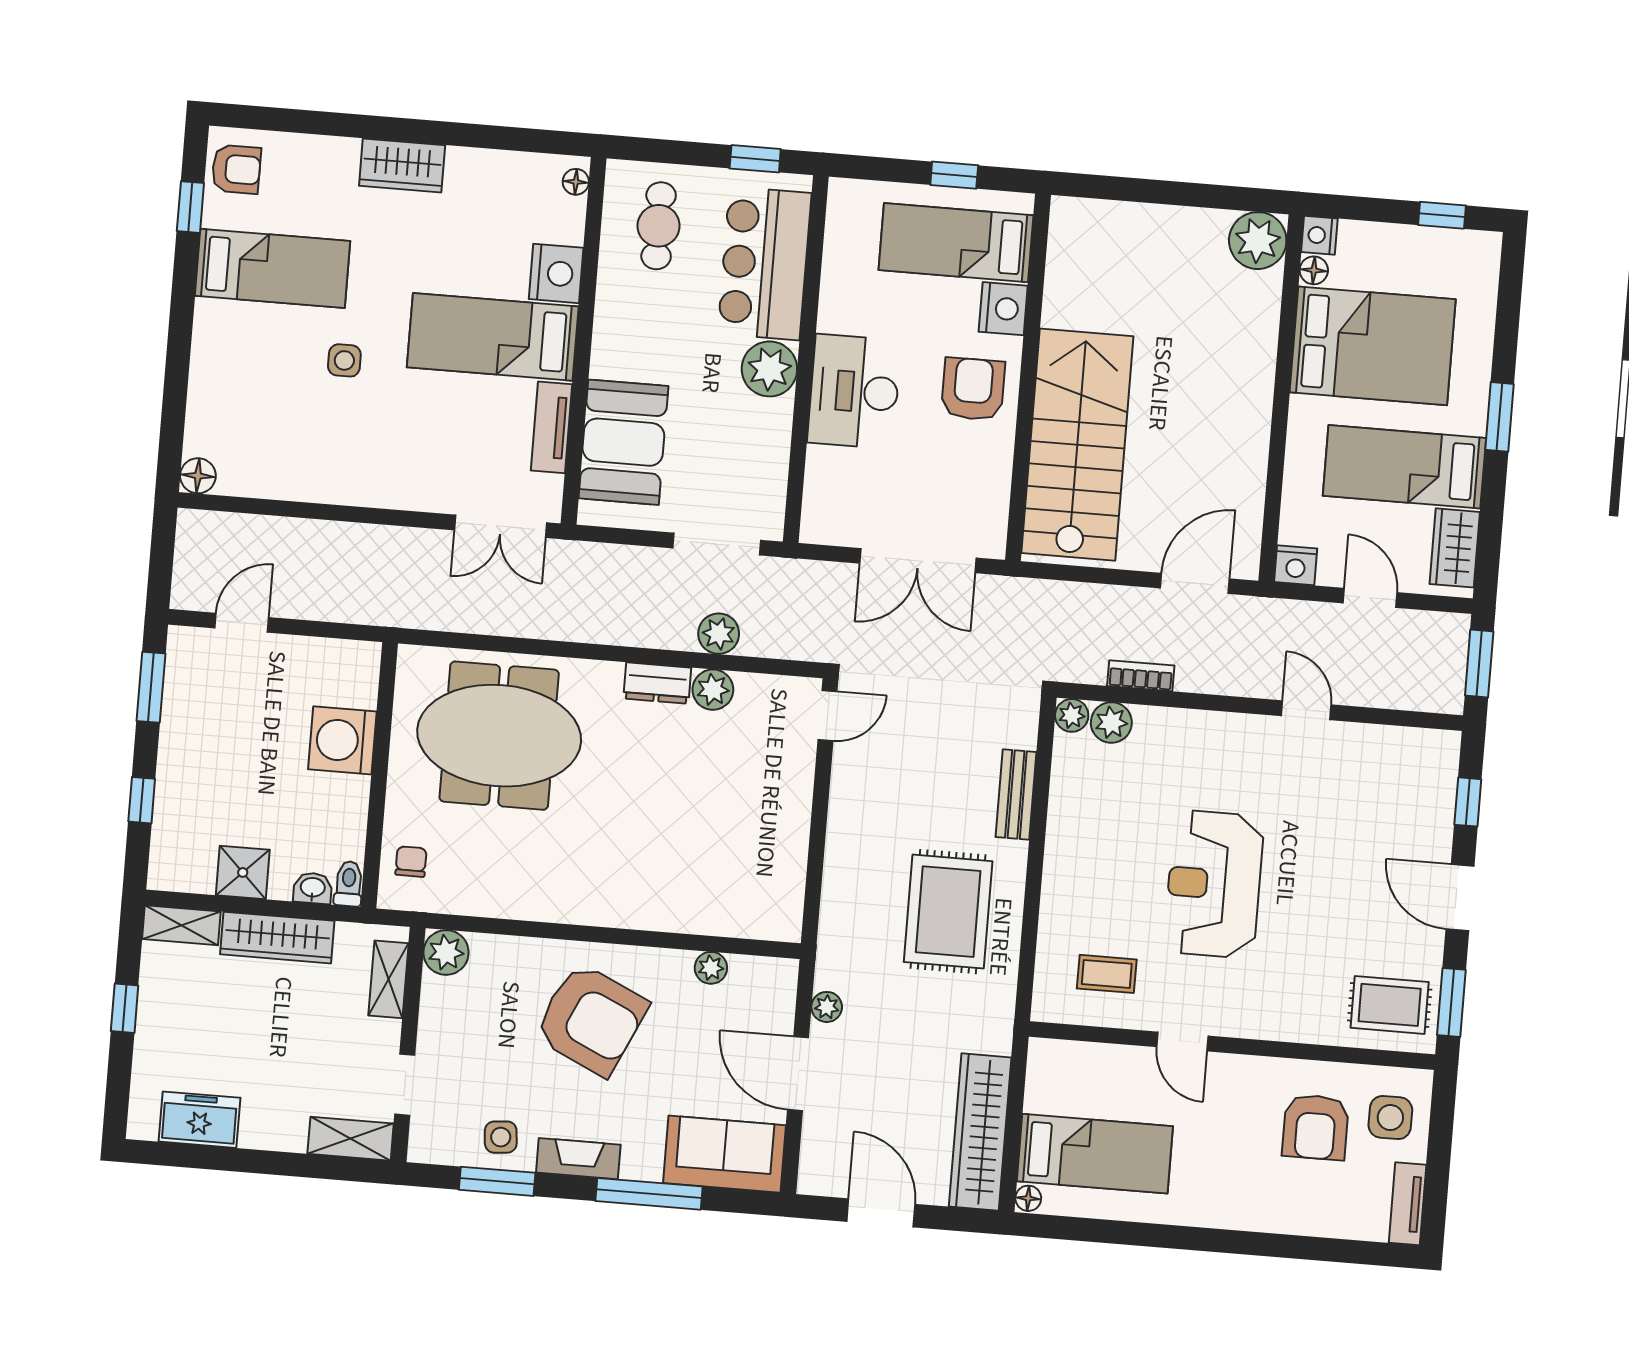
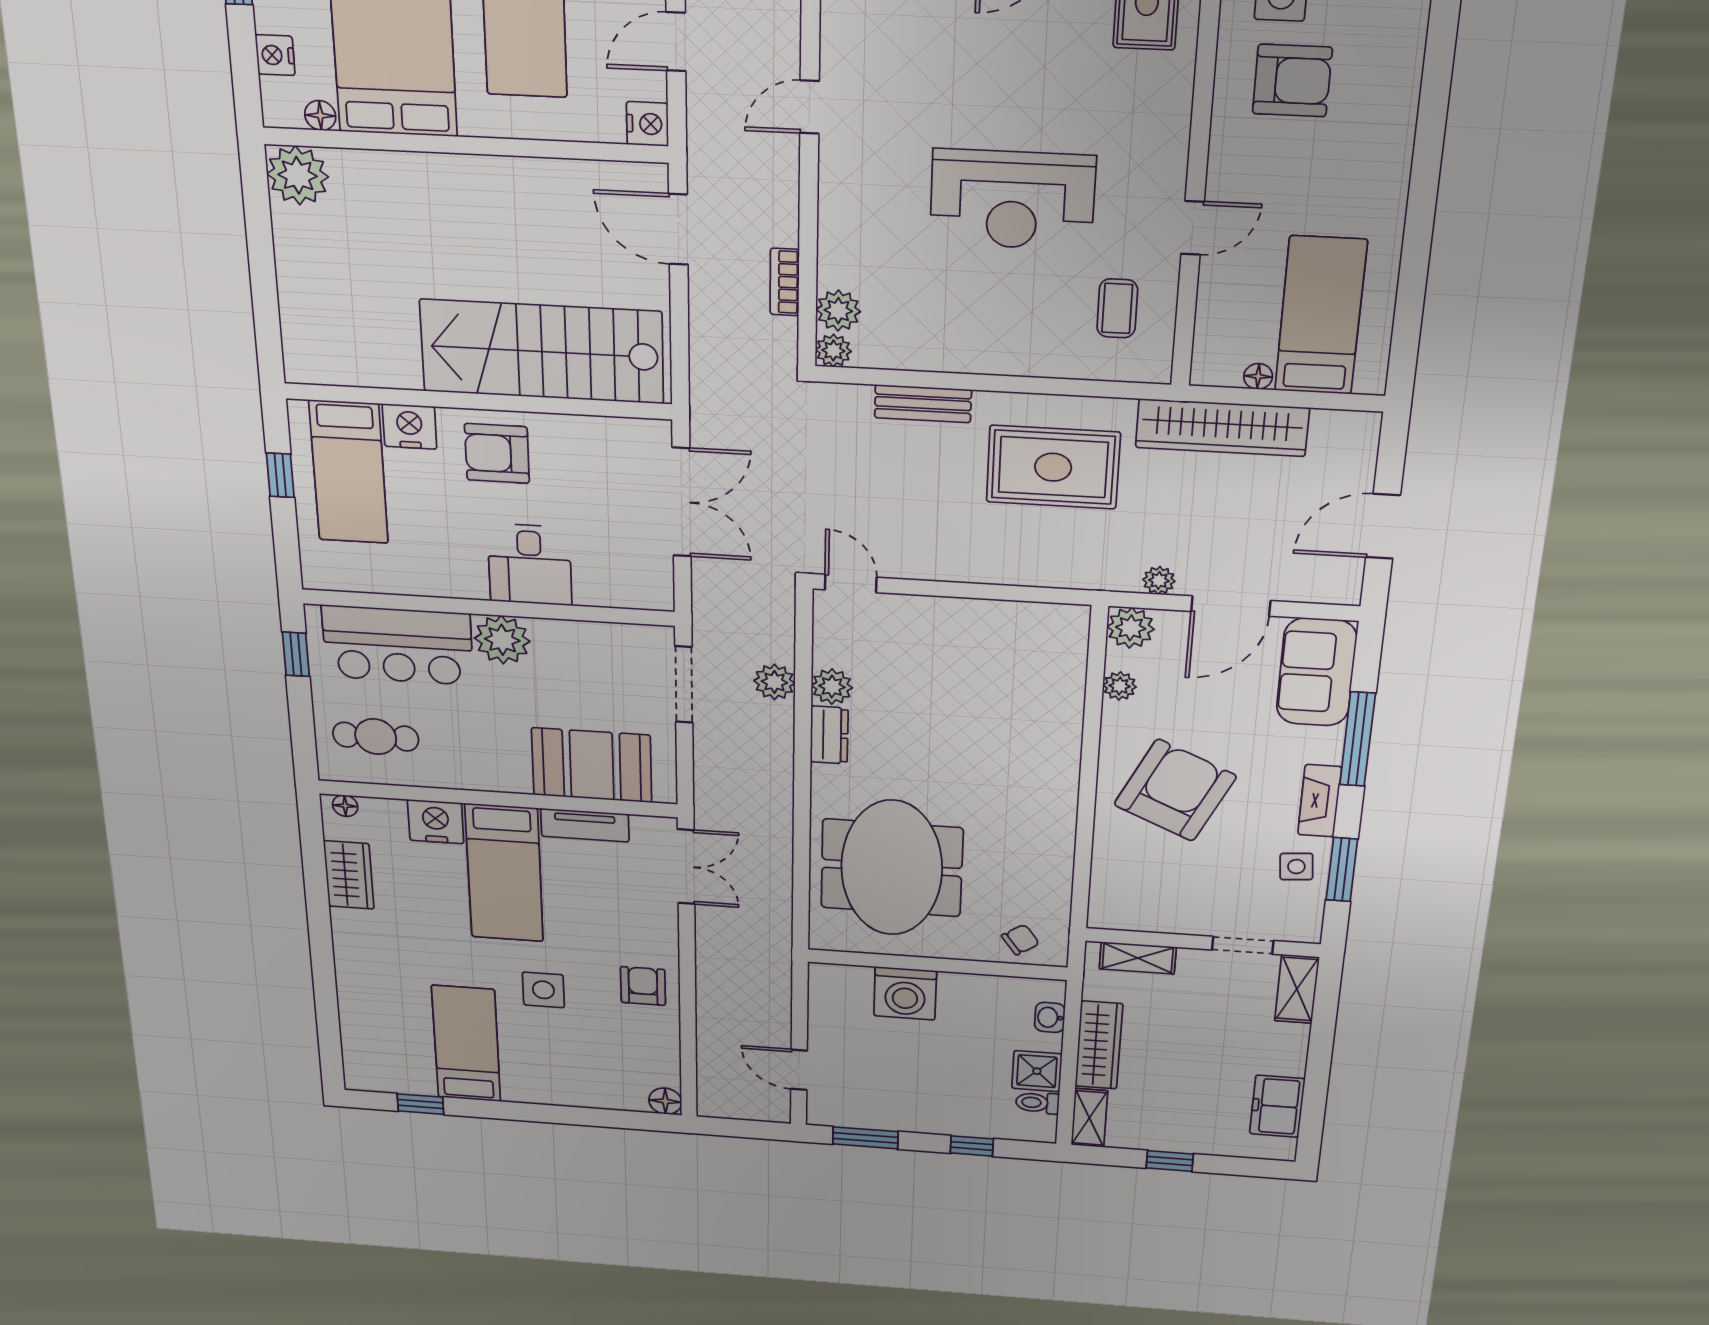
wardrobe: (402, 165) -> (349, 875), moved
armchair: (236, 169) -> (643, 986), moved
nightstand: (1319, 235) -> (275, 55), moved, turned 90
side table: (344, 360) -> (543, 990), width x1.37, depth x1.37
desk: (854, 391) -> (530, 564), width x0.73
chair: (411, 862) -> (1020, 940), turned 145
toilet: (349, 884) -> (1037, 1103), moved
plant: (446, 952) -> (1131, 628), moved
wardrobe: (980, 1132) -> (1222, 428), moved
floor lamp: (1028, 1198) -> (1258, 376), moved

